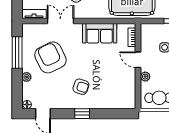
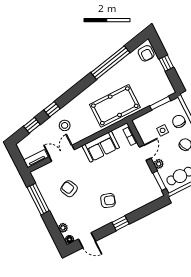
armchair: (50, 57) -> (69, 189), width x0.53, depth x0.53
door: (138, 60) -> (145, 153), swing flipped
plant: (27, 77) -> (63, 228), moved
window: (138, 92) -> (159, 181), added

